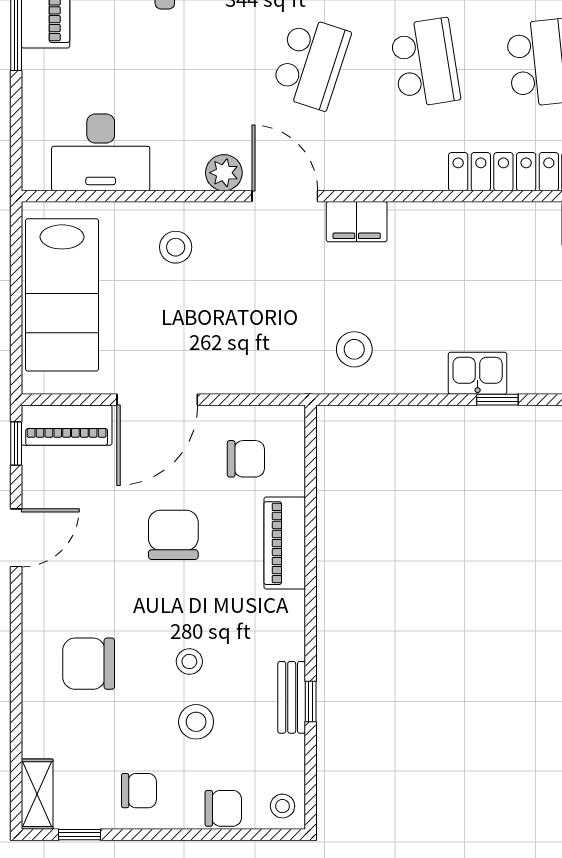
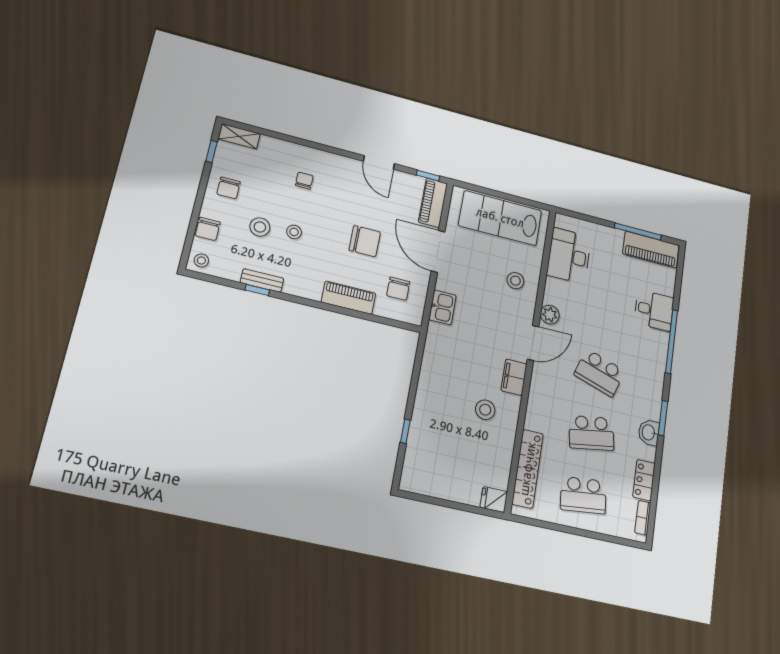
stool: (354, 349) -> (485, 410), moved
kitchen sink: (478, 373) -> (442, 307), moved
chair: (89, 664) -> (304, 181), width x0.54, depth x0.54

